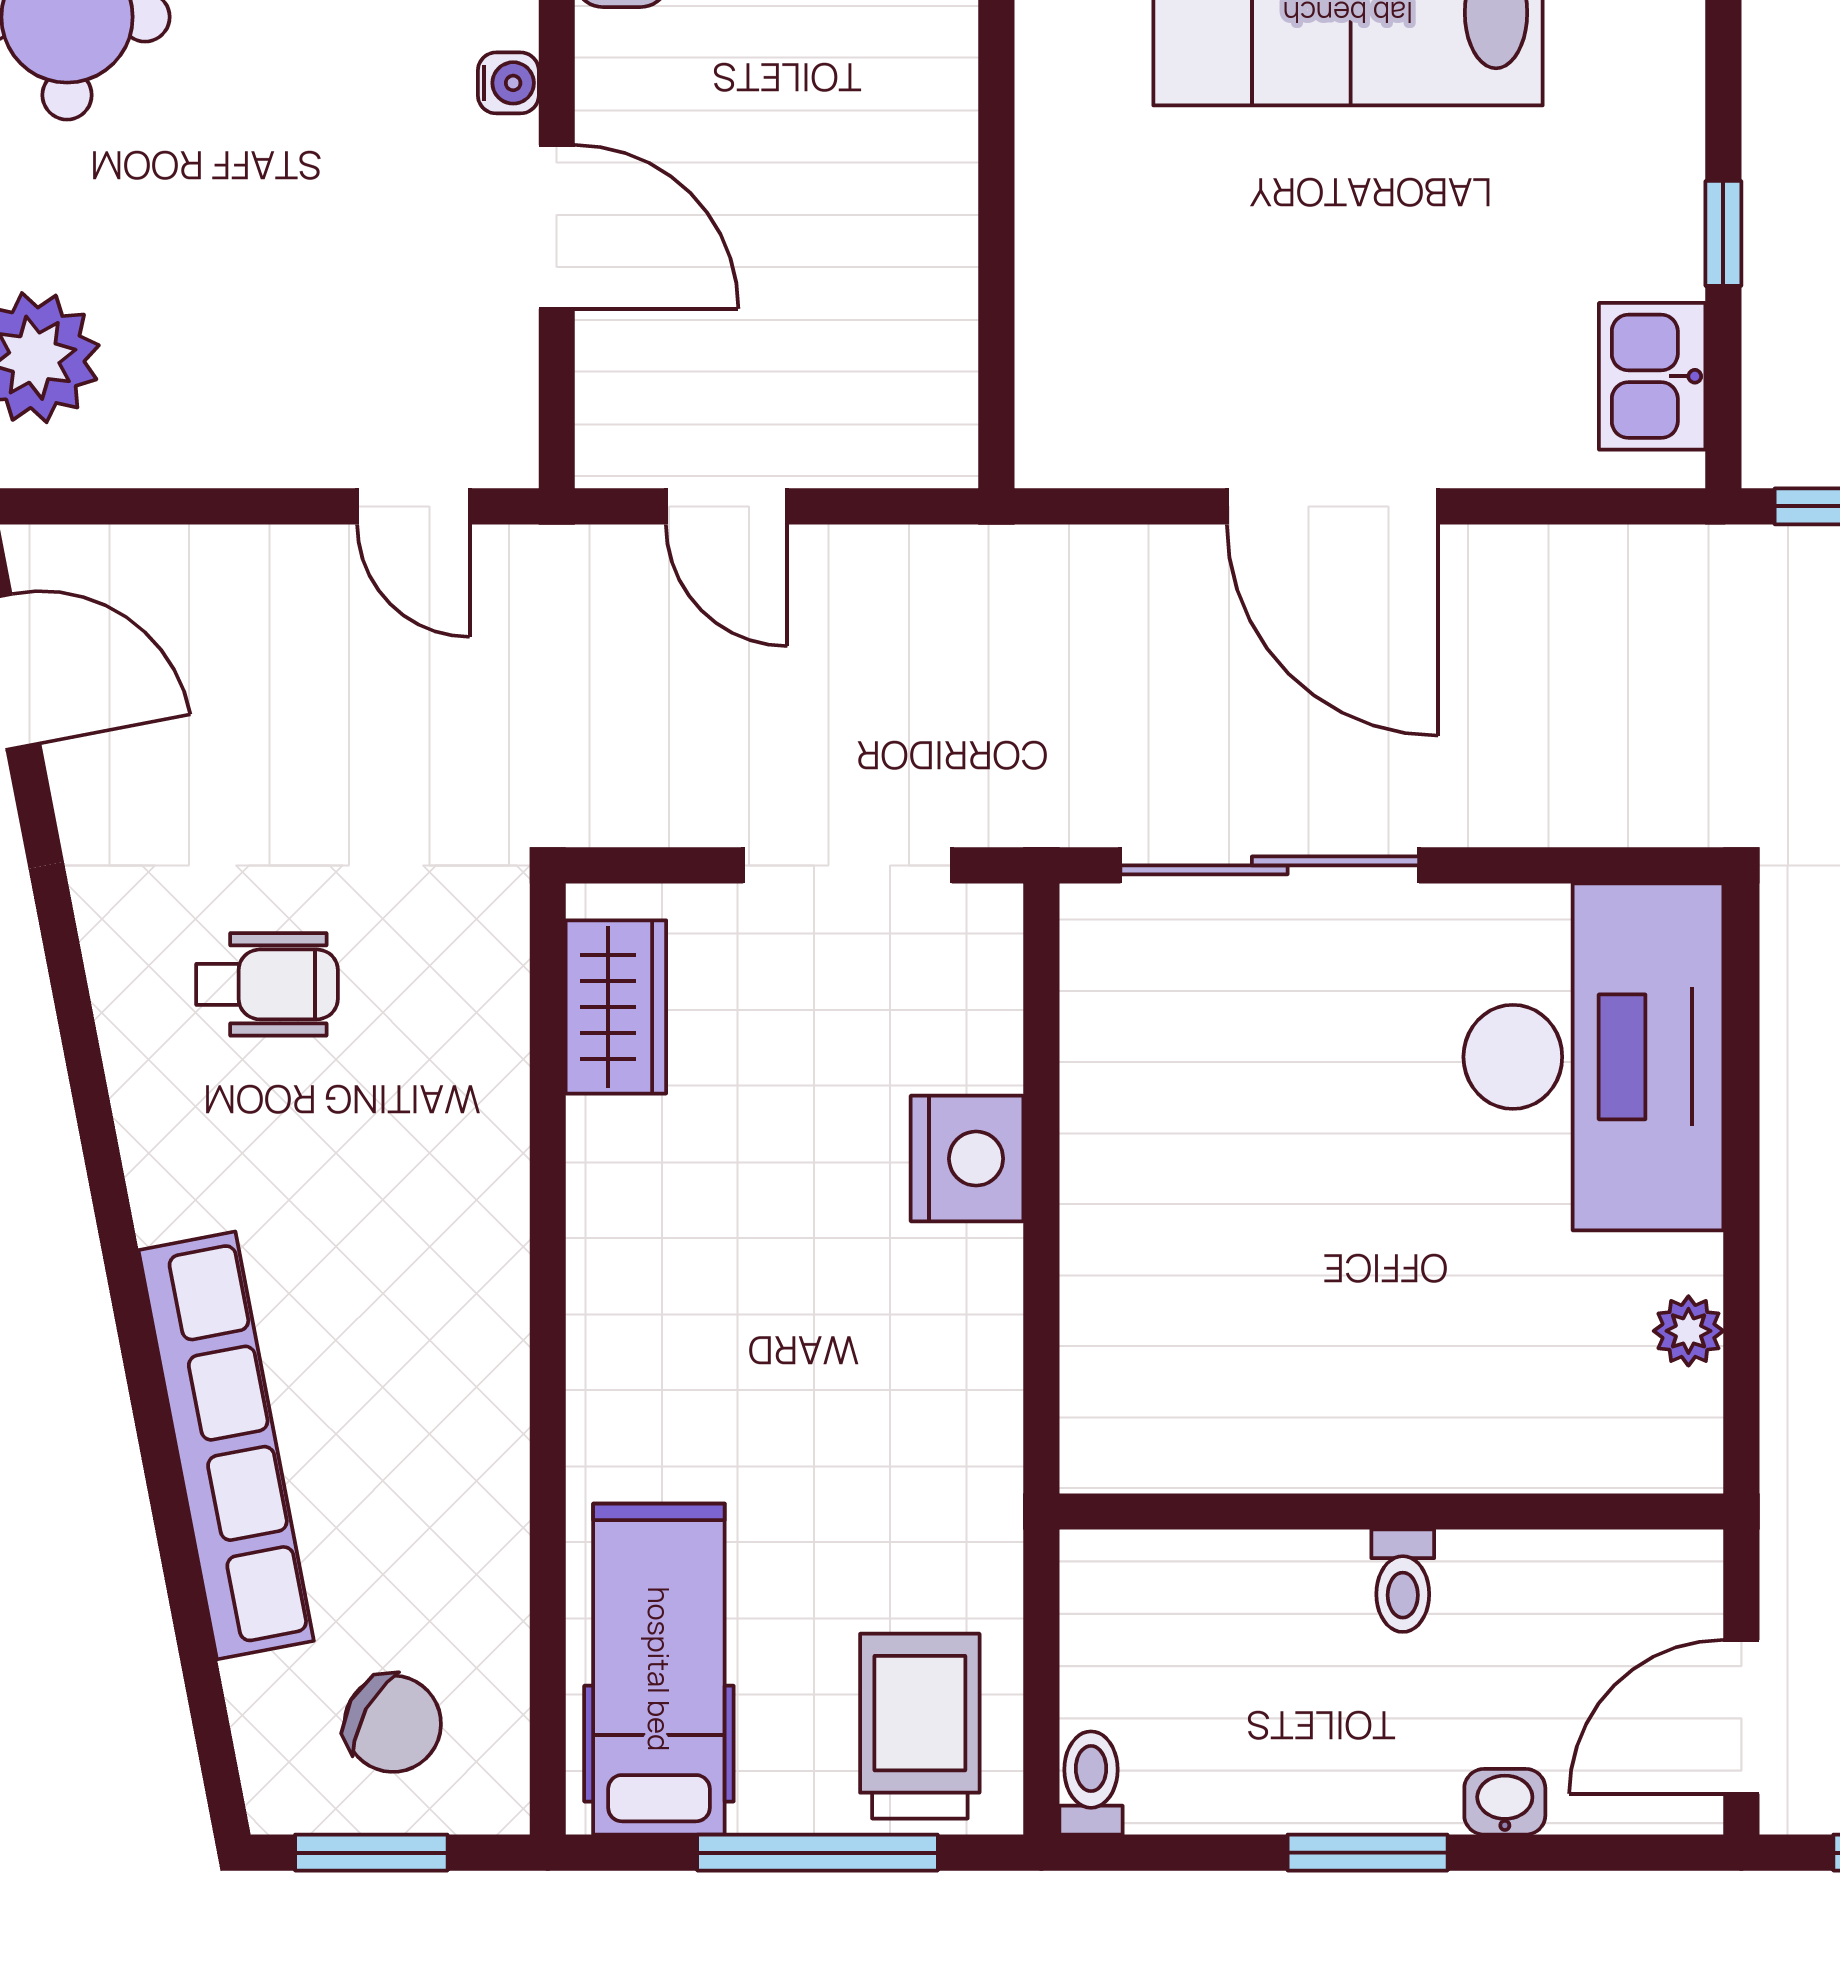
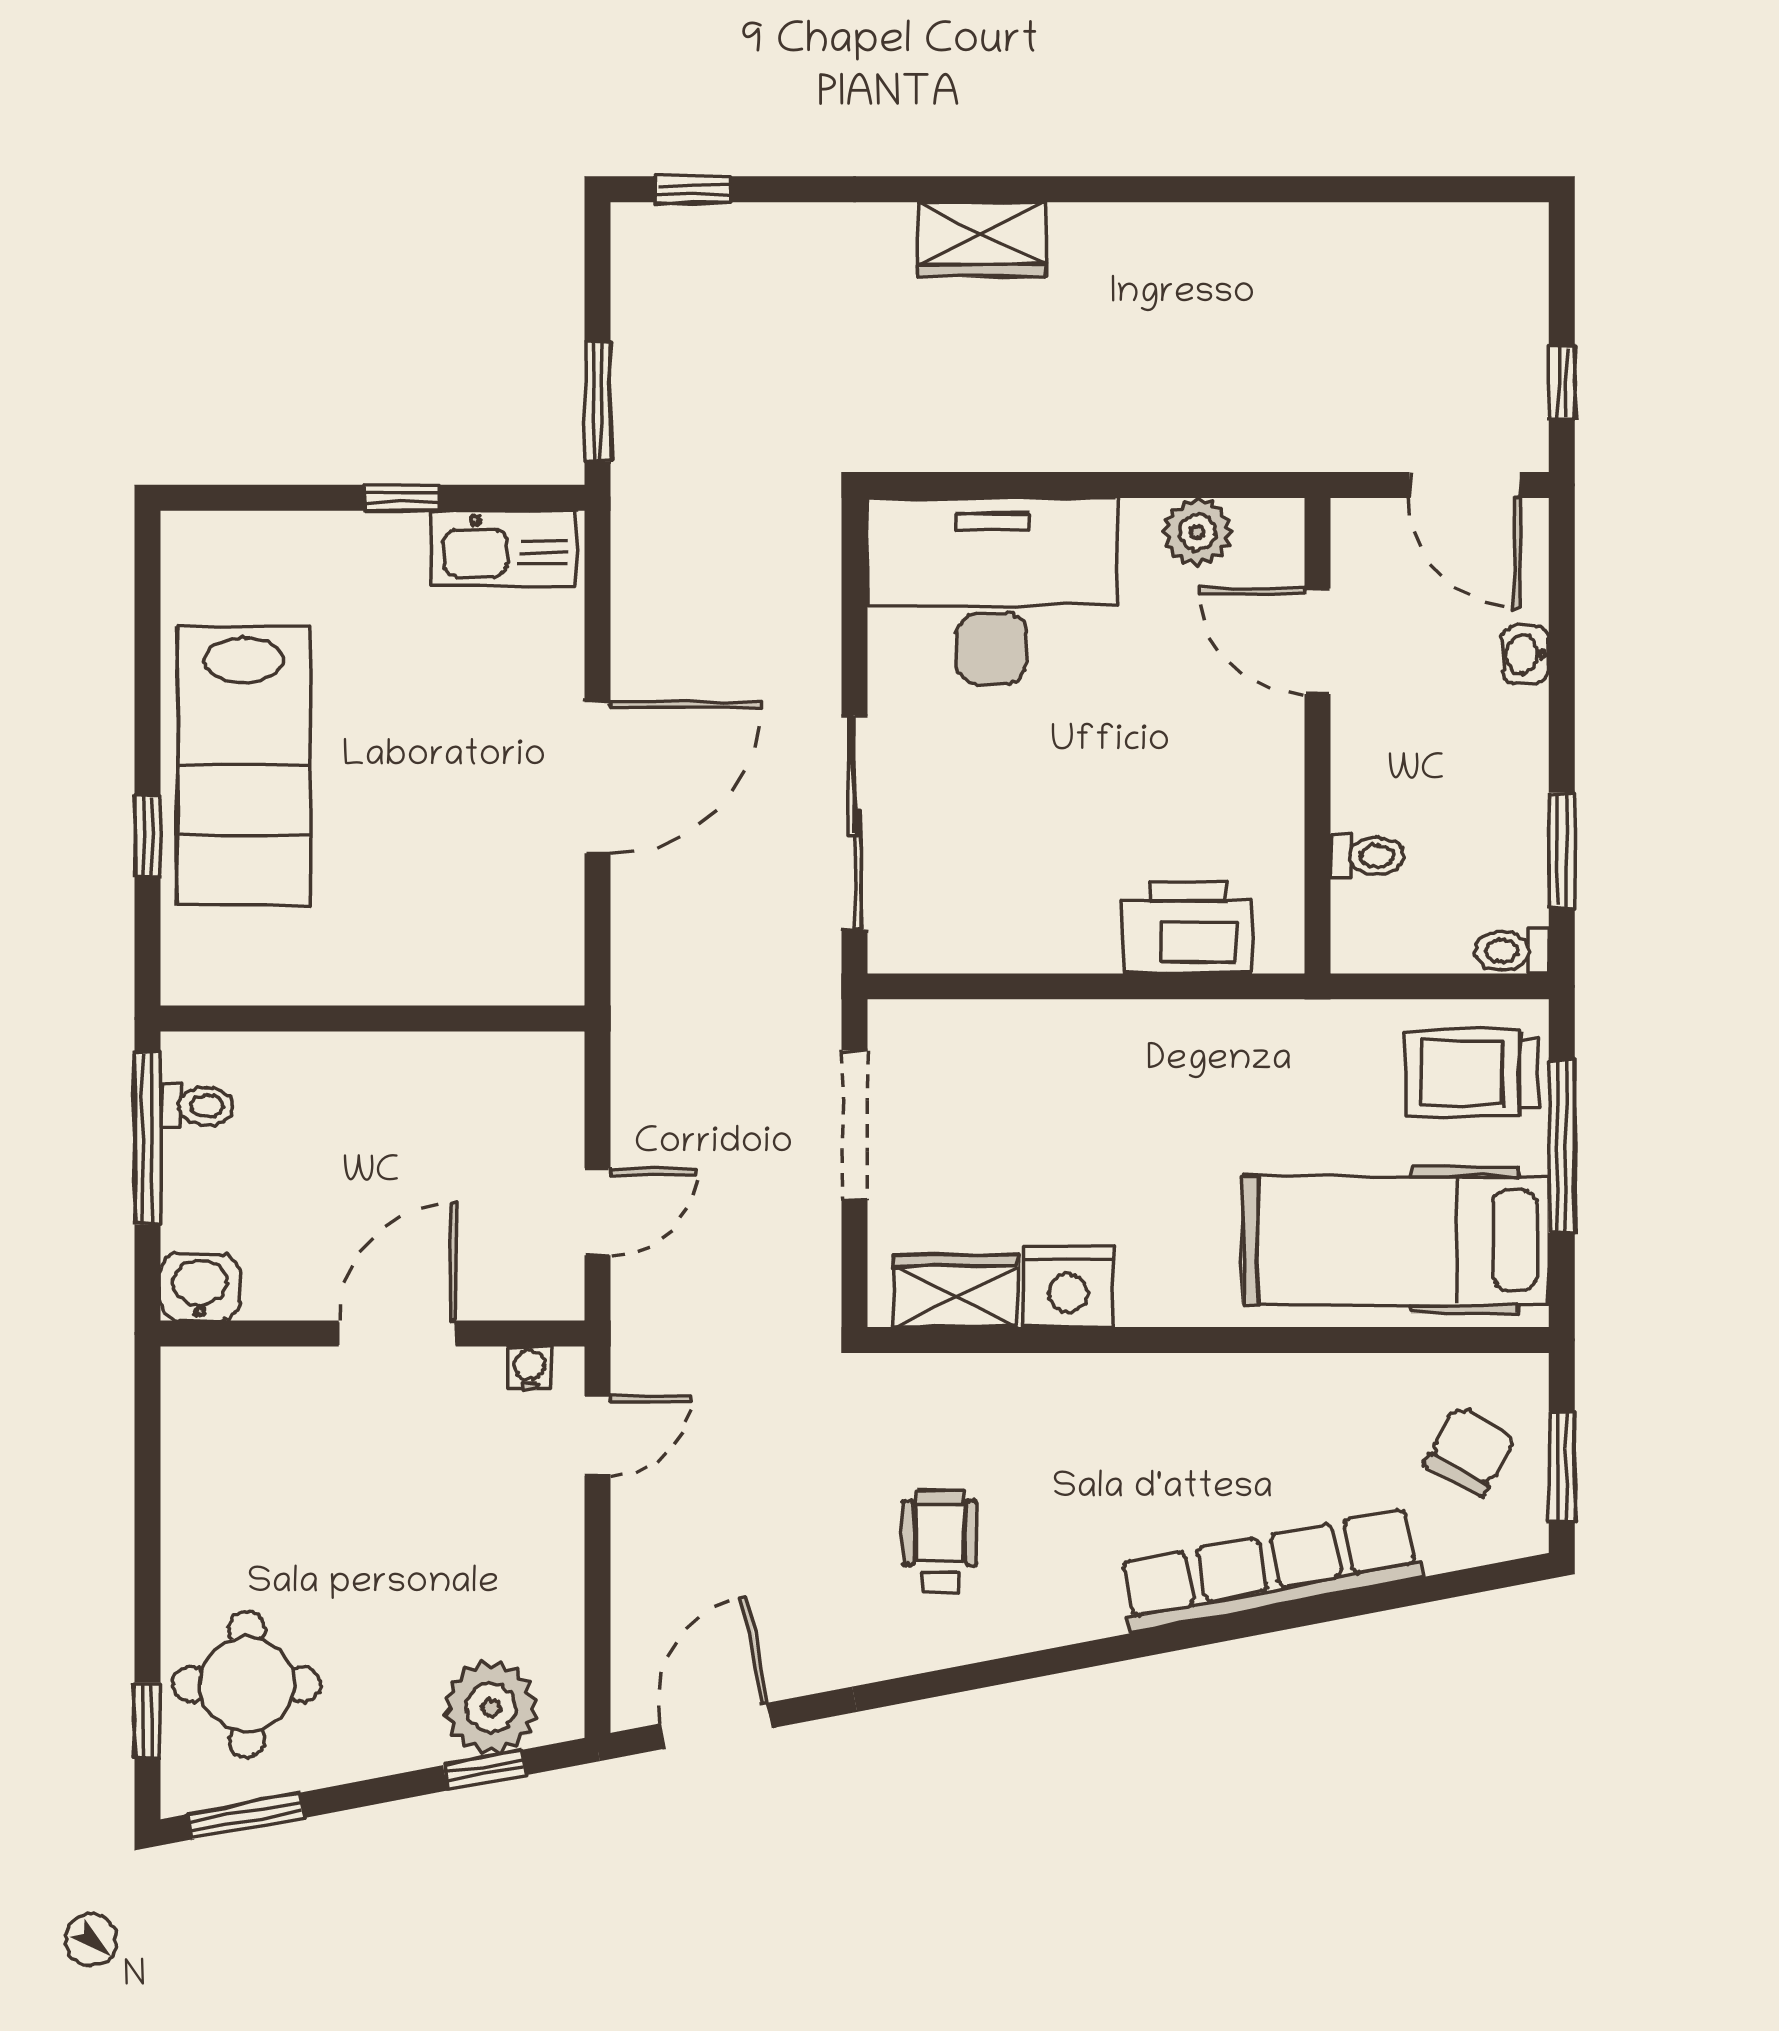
water cooler: (508, 83) -> (530, 1368), moved
kitchen sink: (1652, 376) -> (504, 549), width x1.38
nightstand: (967, 1159) -> (1068, 1287), moved, turned 180
printer: (1123, 1330) -> (1187, 928), added
plant: (1688, 1331) -> (1197, 532), width x1.38, depth x1.38
door: (1523, 1512) -> (1317, 641), added
toilet: (1403, 1581) -> (1367, 856), moved
hospital bed: (659, 1669) -> (1396, 1240), width x1.37, depth x1.29
window: (1368, 1853) -> (1562, 850), moved

